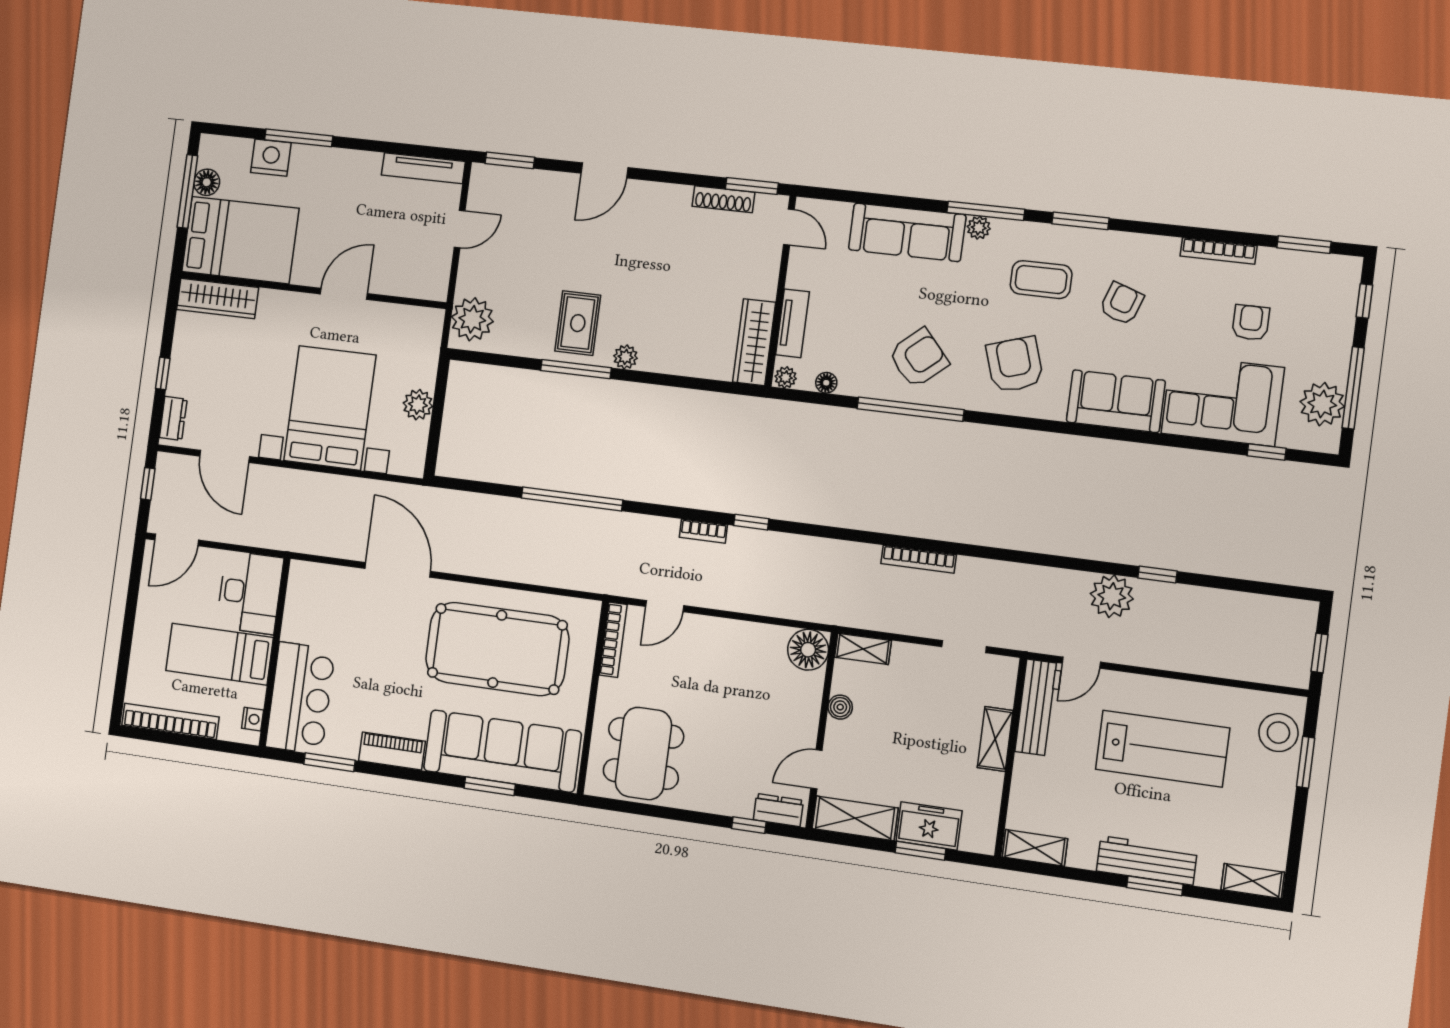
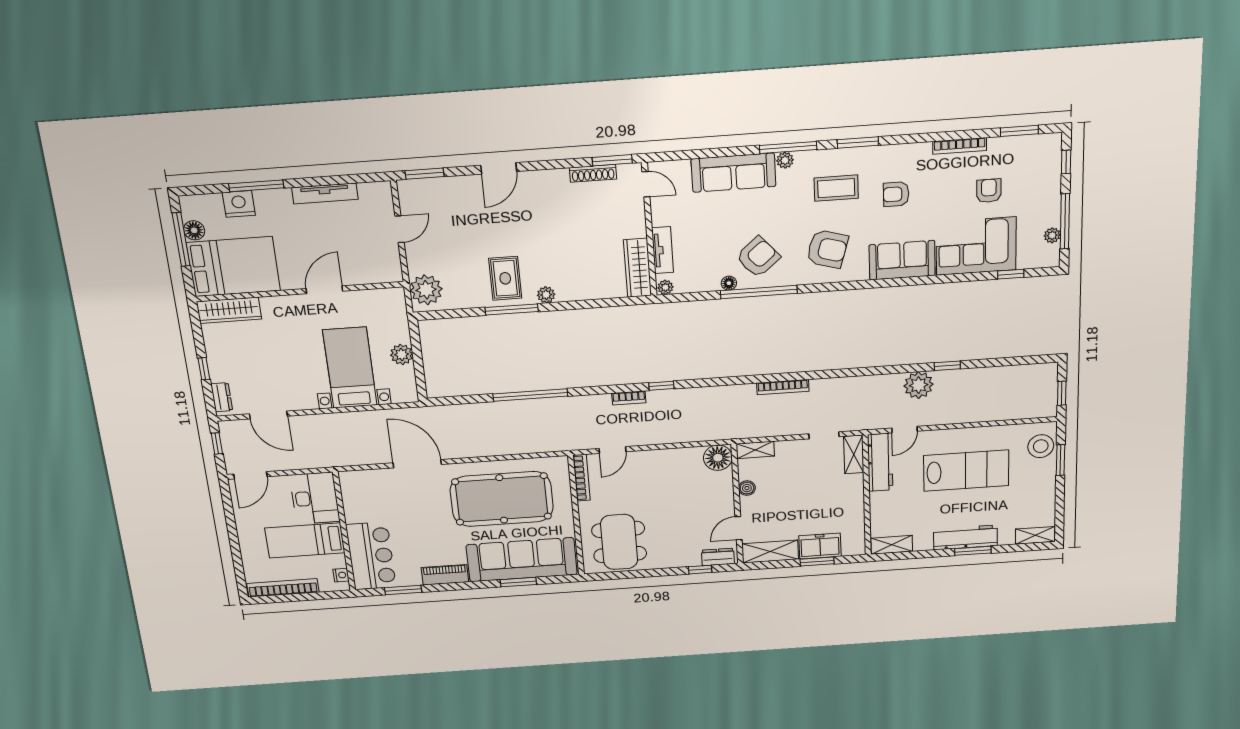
tv unit: (423, 168) -> (325, 193), moved
armchair: (1122, 304) -> (896, 194), turned -109
armchair: (1015, 365) -> (827, 249), turned 124
floor lamp: (826, 383) -> (729, 283), moved
plant: (1322, 404) -> (1052, 235), width x0.53, depth x0.53
bed with nightstands: (330, 408) -> (350, 368), width x0.73
shelving: (995, 739) -> (854, 454), moved

